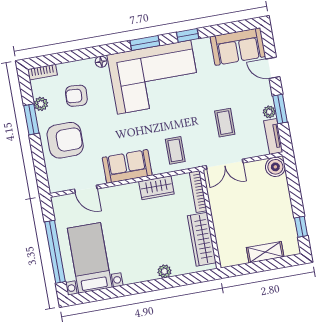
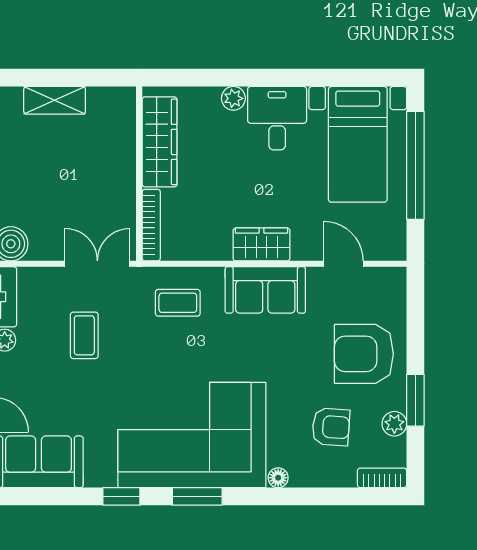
coffee table: (175, 150) -> (178, 303), turned 90
wardrobe: (156, 188) -> (262, 244), moved
desk: (138, 264) -> (277, 118), added

